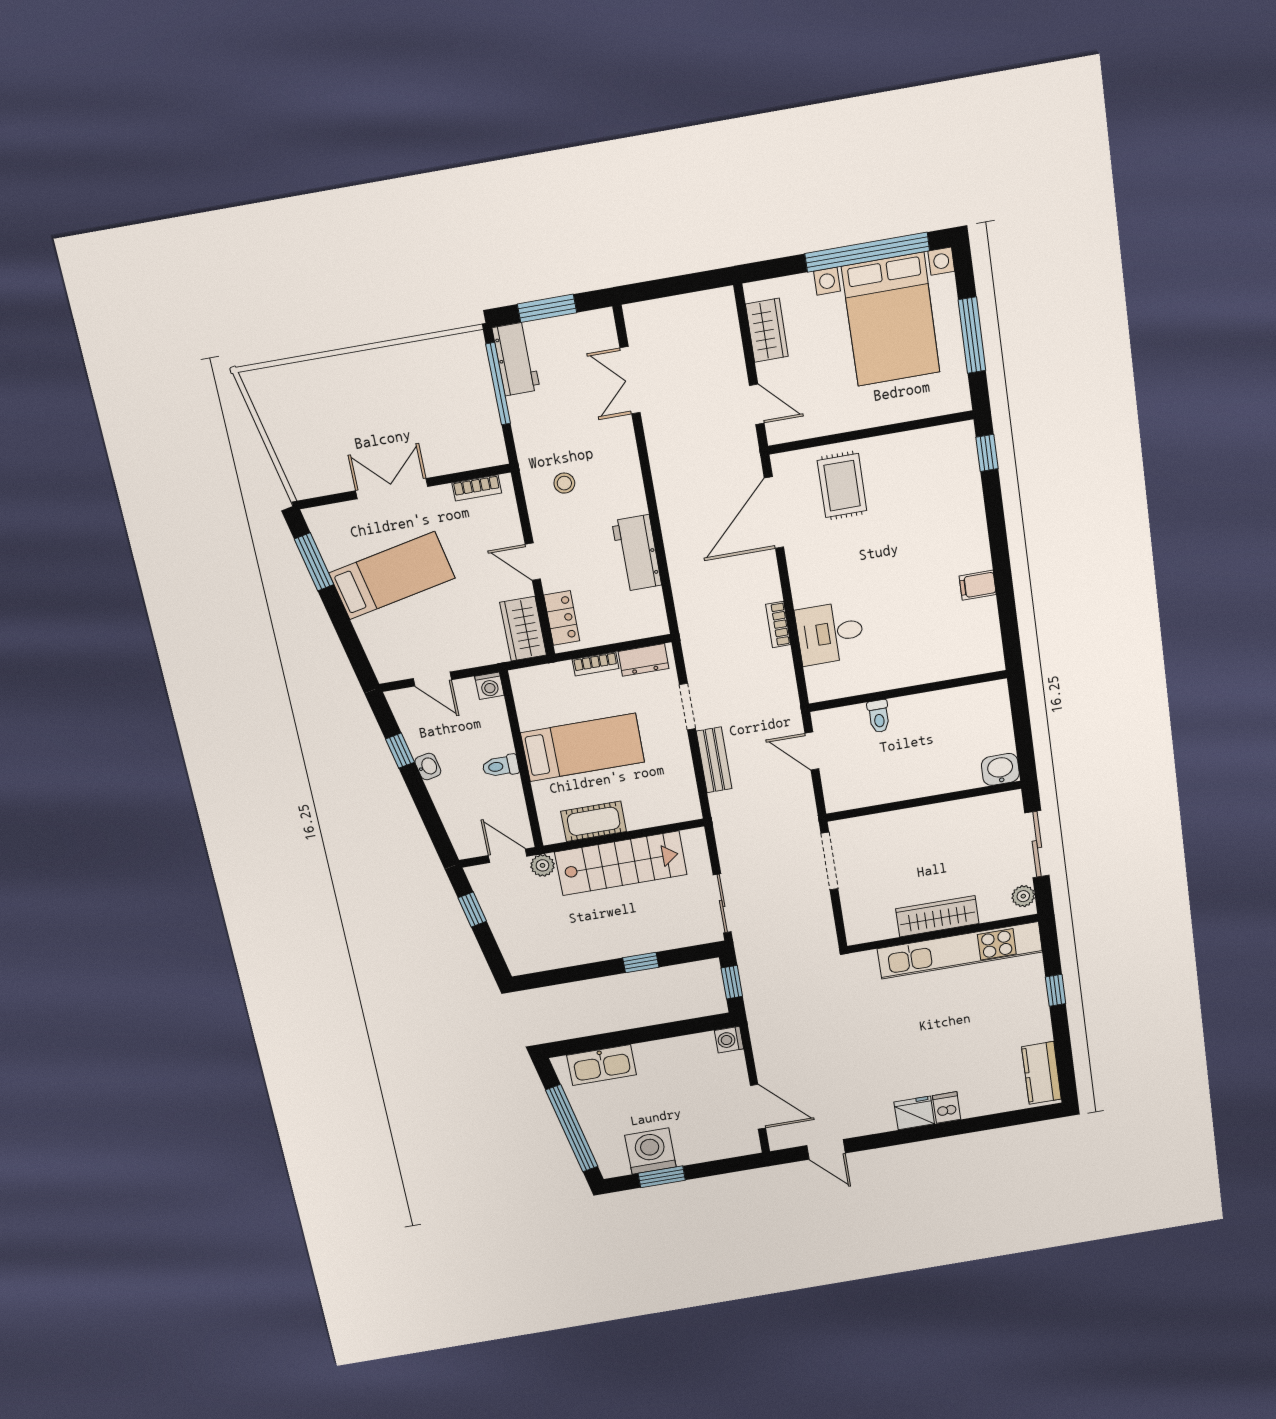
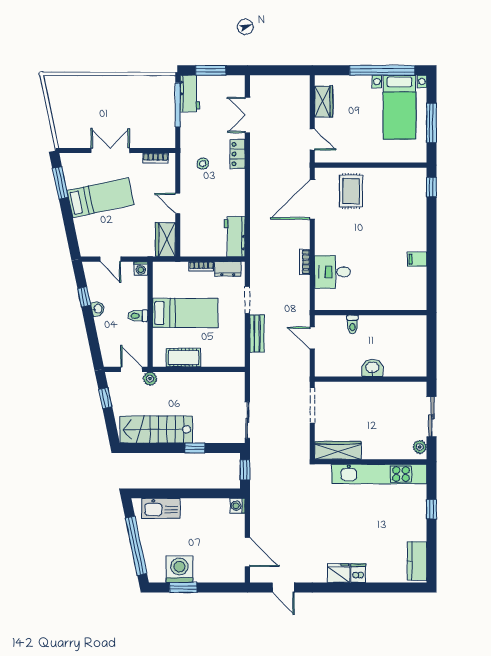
bed with nightstands: (891, 320) -> (399, 107), width x0.73
workbench: (637, 553) -> (235, 237), moved
locker: (562, 618) -> (238, 154), moved, turned 180
washbasin: (1000, 769) -> (372, 368), moved
stairs: (621, 863) -> (156, 430), moved, turned 180
wardrobe: (937, 916) -> (338, 450), moved

